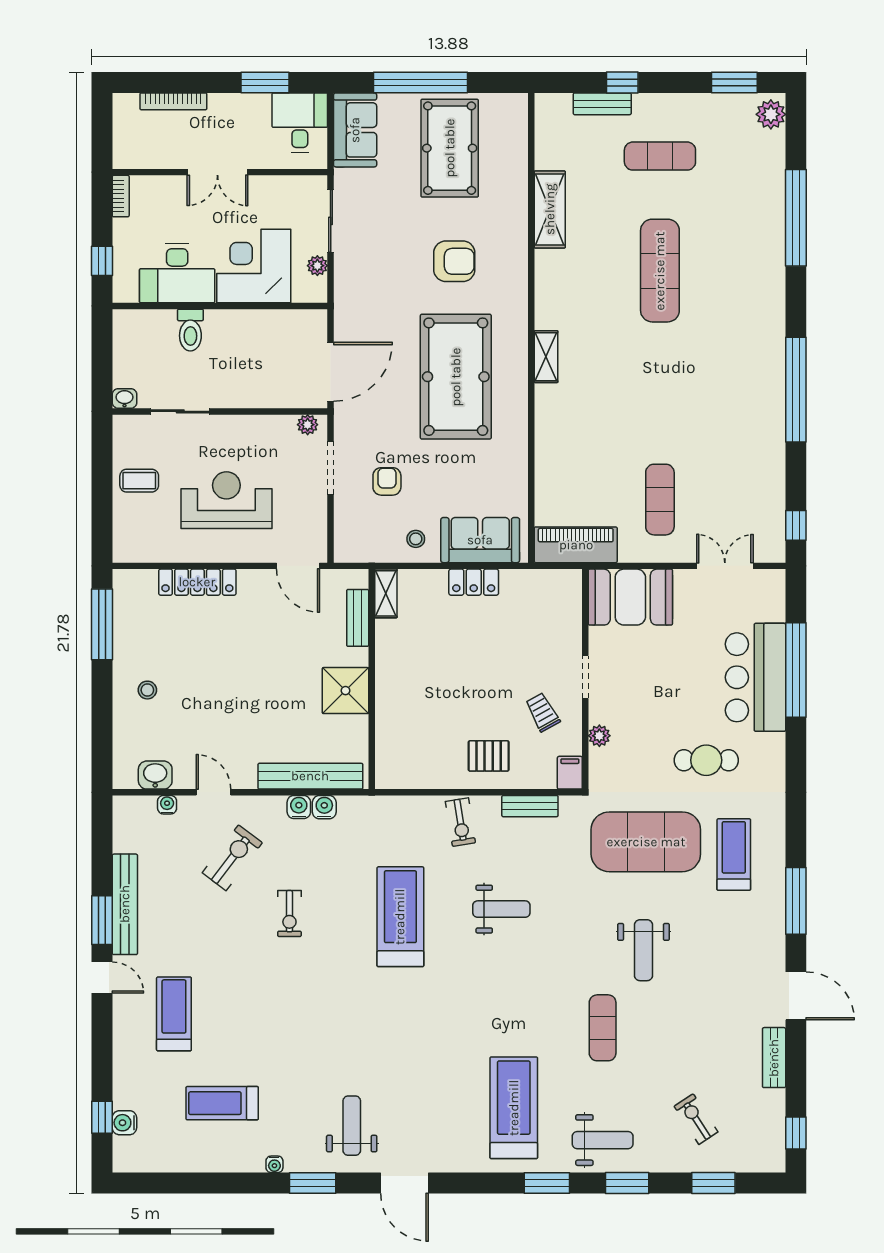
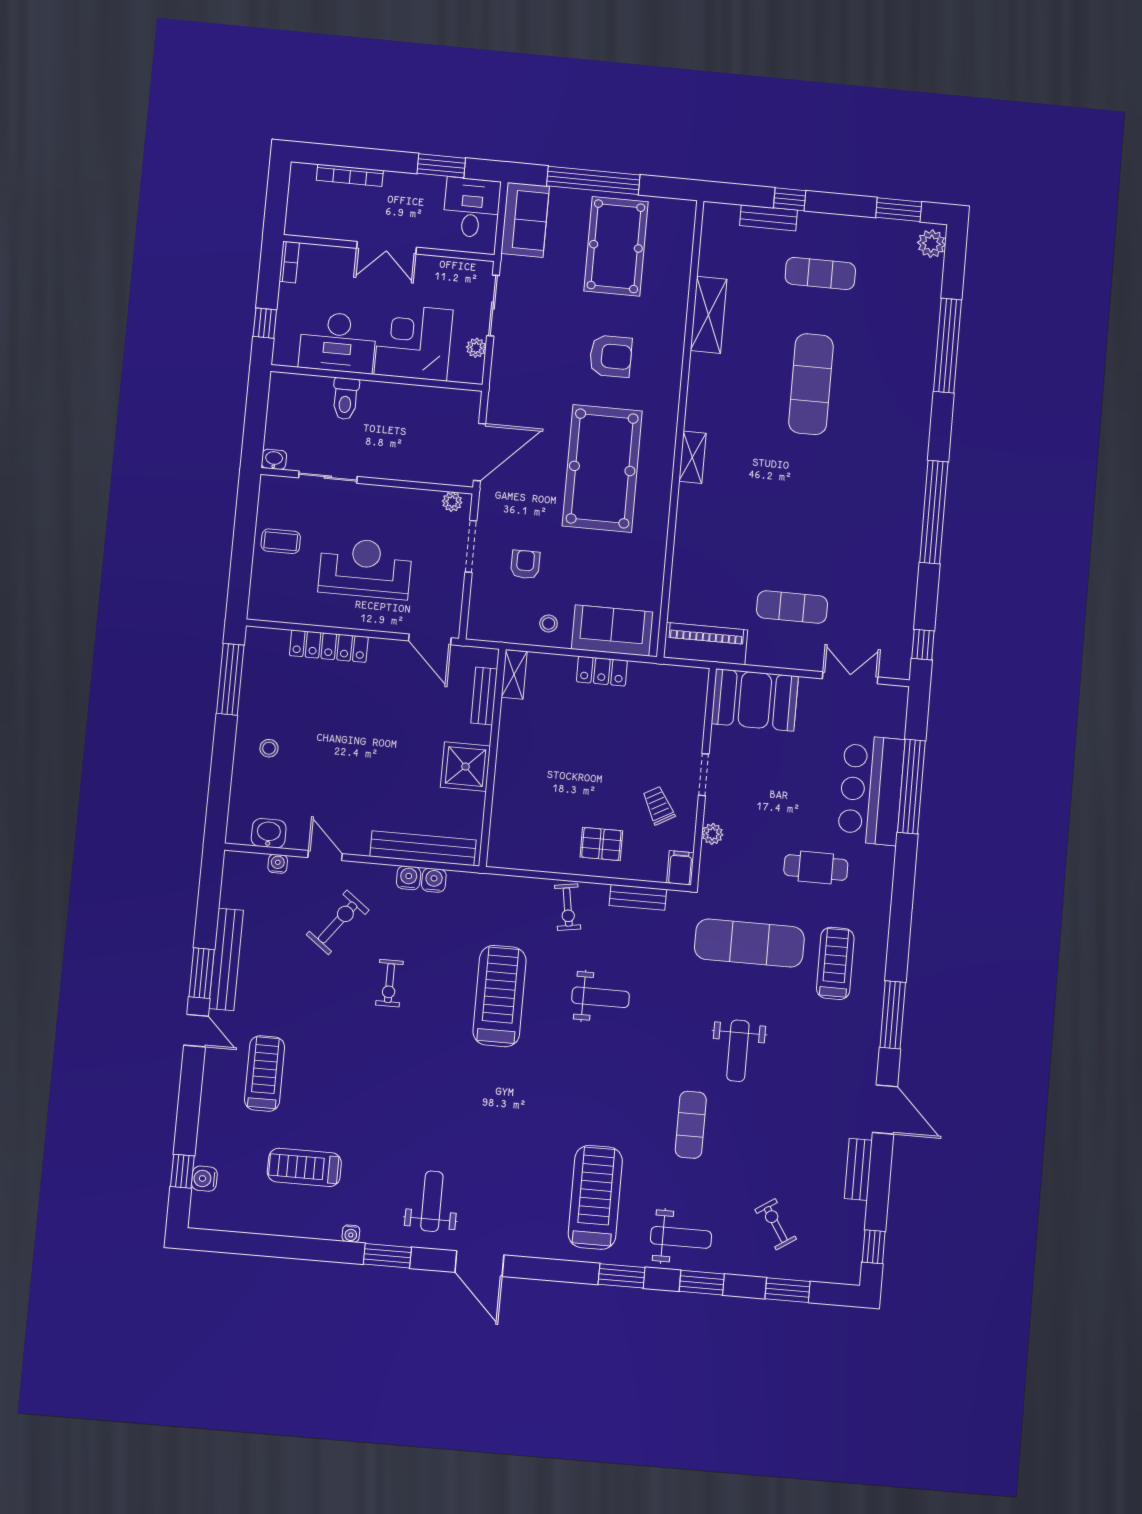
exercise mat: (660, 500) -> (792, 607), turned 90
exercise mat: (646, 842) -> (749, 943), width x0.68

